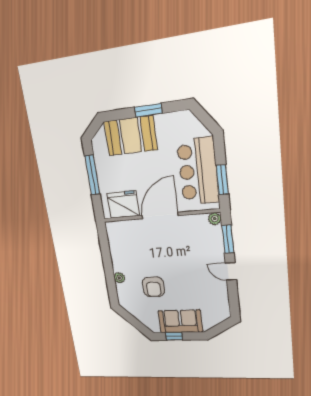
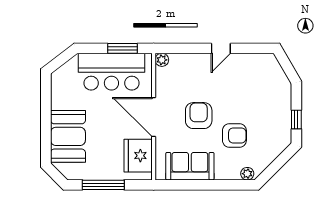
window: (148, 110) -> (46, 114), removed
window: (228, 239) -> (185, 48), removed
armchair: (167, 256) -> (199, 116), added
plant: (119, 278) -> (247, 174), moved
sofa: (180, 321) -> (190, 166), moved, turned 90

